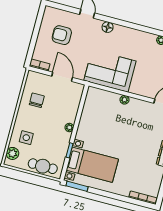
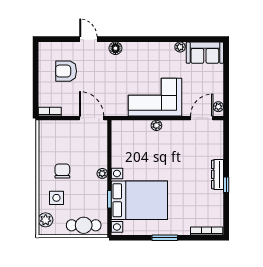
corner sofa: (110, 71) -> (155, 97), moved
door: (62, 77) -> (92, 118), moved
chair: (37, 100) -> (62, 171), moved
bed with nightstands: (92, 165) -> (139, 200), width x1.36
window: (77, 186) -> (165, 238), moved

